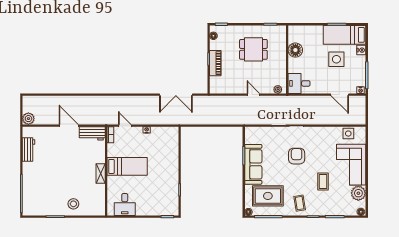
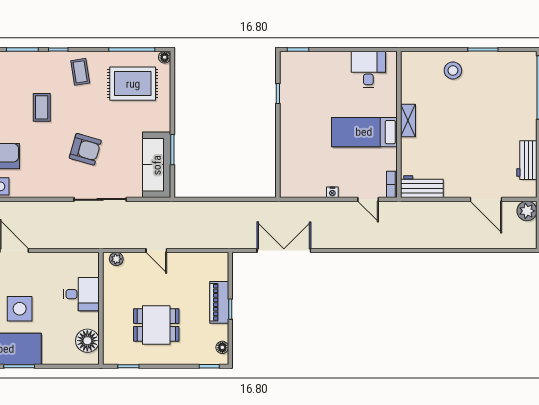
floor lamp: (295, 50) -> (87, 341), moved
desk: (299, 83) -> (81, 294), moved
door: (69, 126) -> (486, 199), moved
armchair: (297, 156) -> (85, 149), turned -74
sofa: (253, 164) -> (157, 165), moved

